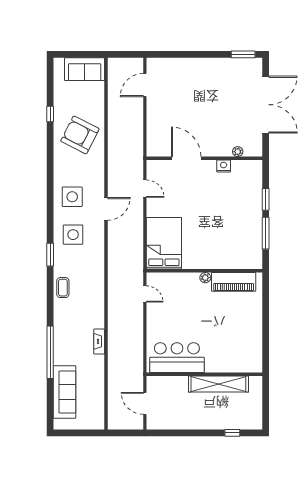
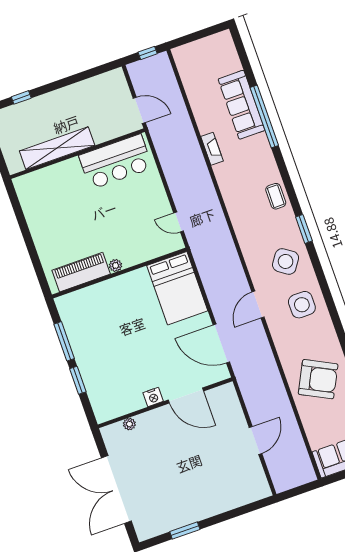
window: (243, 54) -> (185, 531), moved
door: (145, 85) -> (255, 441), moved
nightstand: (224, 166) -> (153, 397), moved
door: (145, 189) -> (221, 344), width x1.87
side table: (73, 235) -> (286, 261), turned 35
sofa: (64, 392) -> (241, 105), moved
door: (145, 403) -> (139, 110), moved
window: (123, 433) -> (148, 53), added

